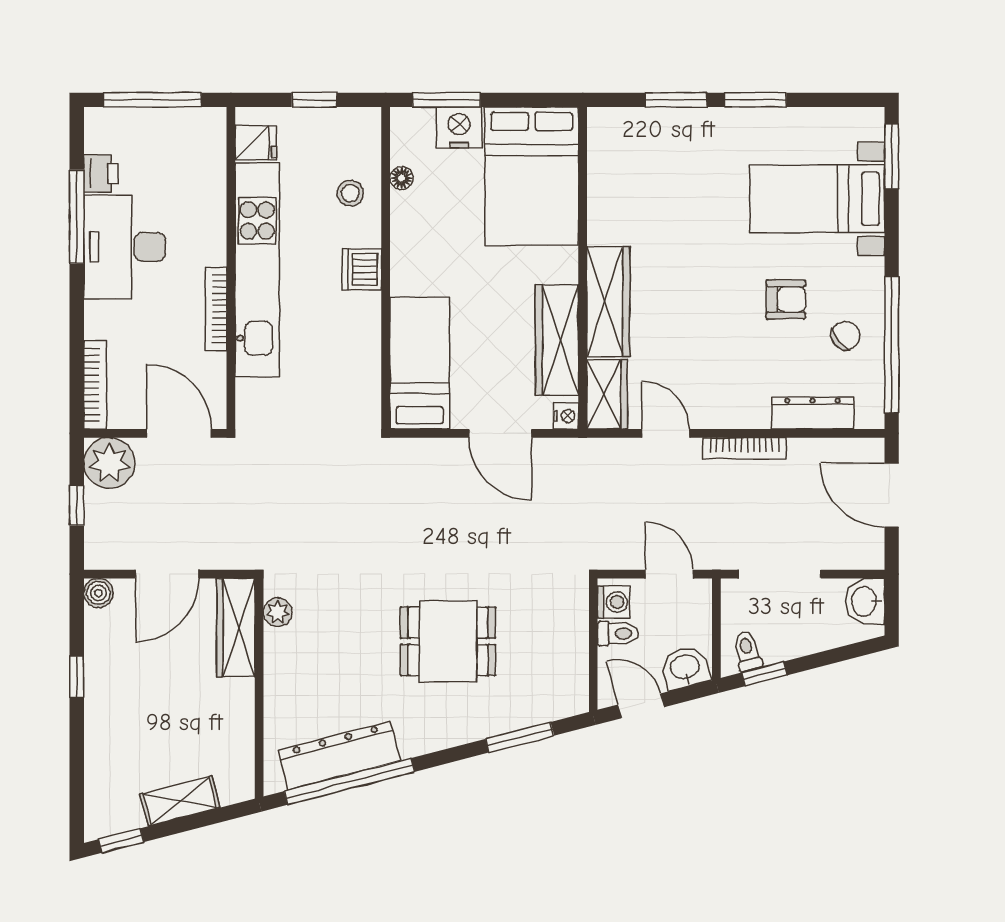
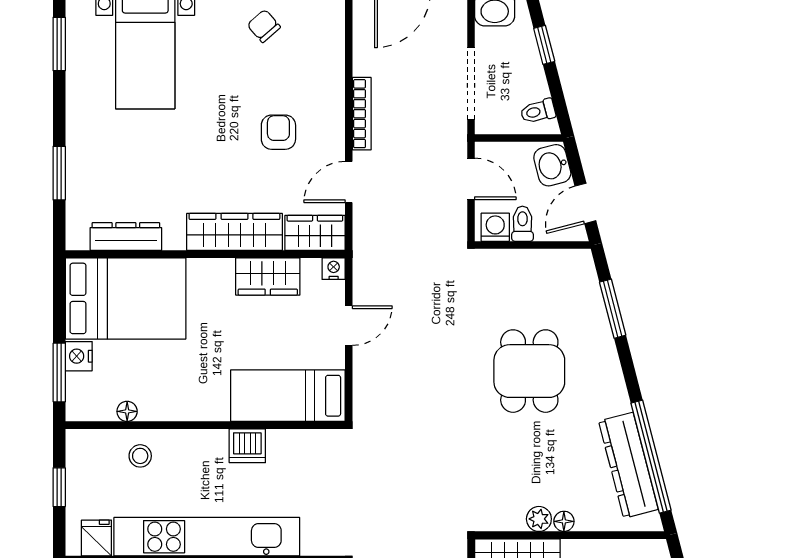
window: (755, 100) -> (59, 44), moved
nightstand: (459, 127) -> (79, 356), width x0.74, depth x0.75
dishwasher: (362, 269) -> (247, 446), moved
armchair: (786, 299) -> (278, 132), moved
wardrobe: (557, 340) -> (268, 276), width x0.67
dresser: (812, 413) -> (126, 236), moved, turned 90
door: (500, 433) -> (349, 326), width x0.73
door: (669, 574) -> (471, 179), swing flipped
plant: (278, 612) -> (539, 519), moved
window: (764, 674) -> (544, 45), moved
floor lamp: (275, 681) -> (564, 521), added

